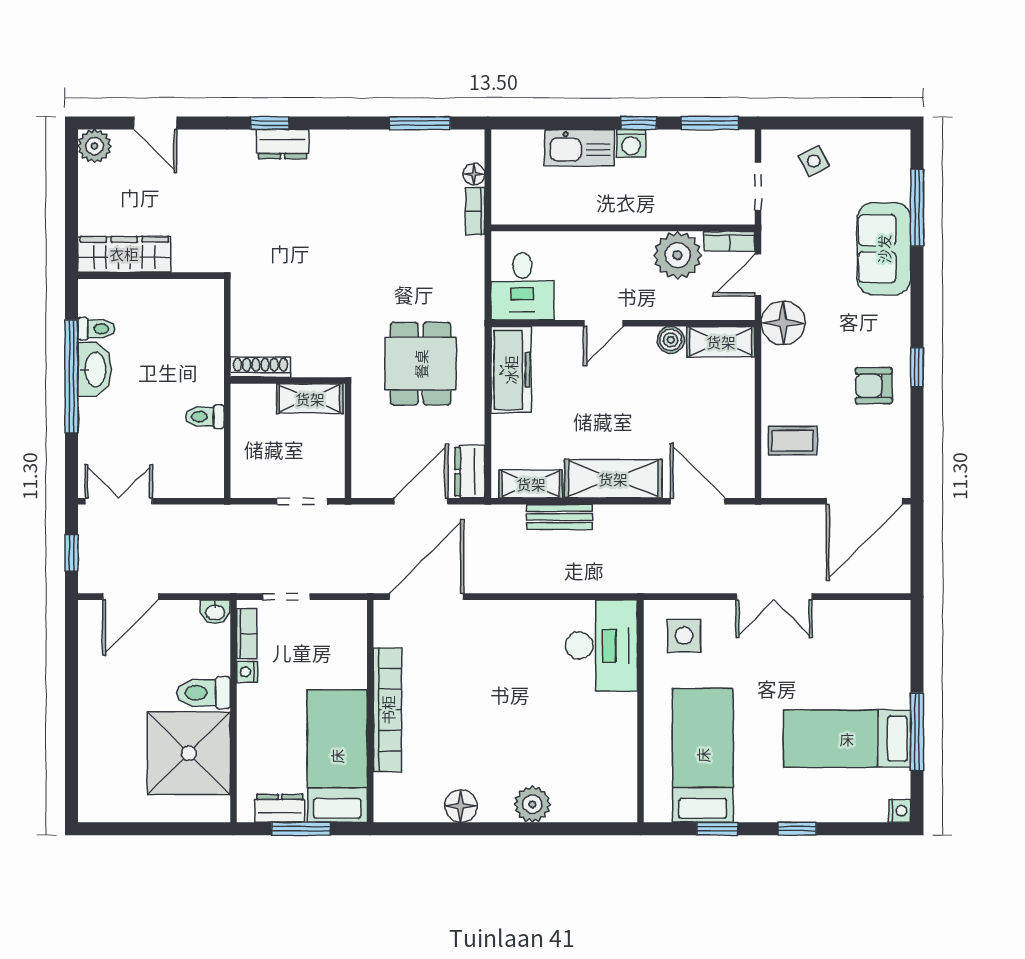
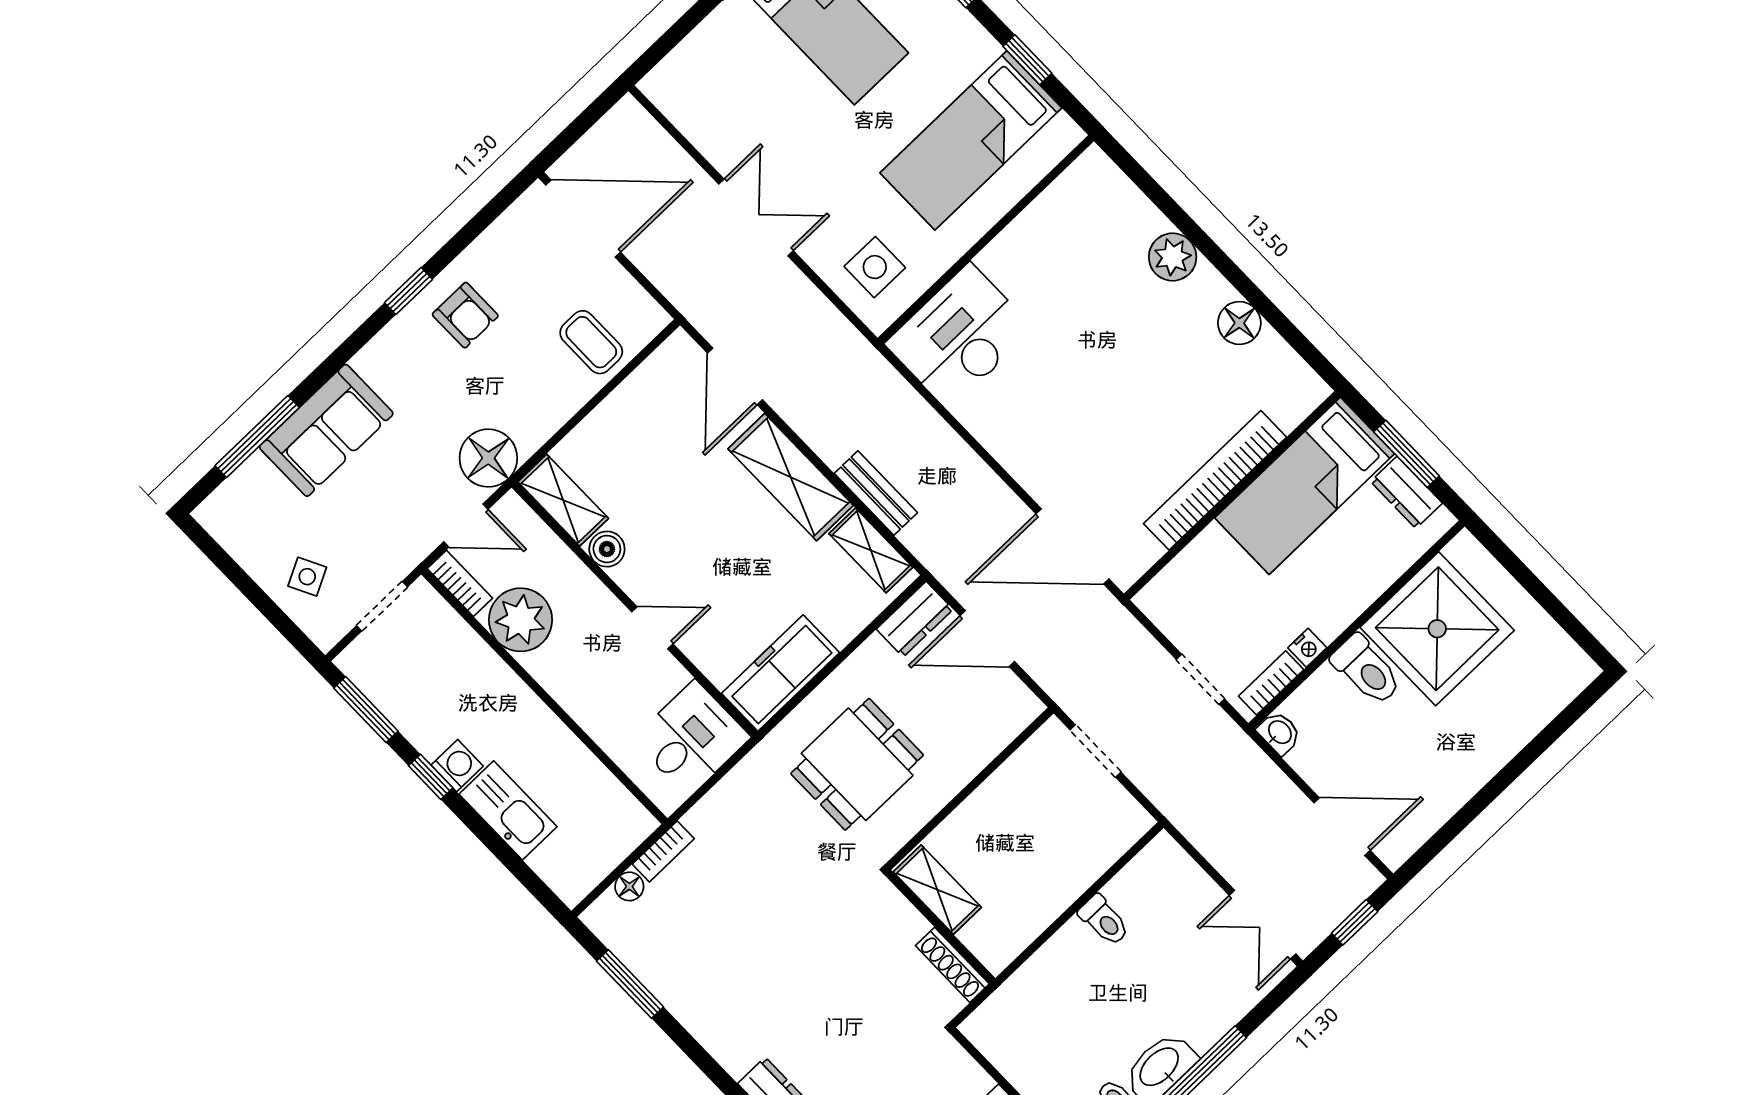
shoe rack: (260, 367) -> (952, 965), moved
wall: (288, 381) -> (940, 927), moved
shelving: (310, 399) -> (937, 890), moved

